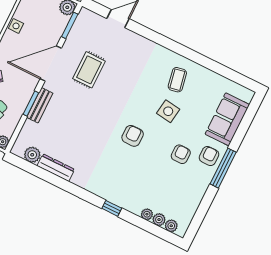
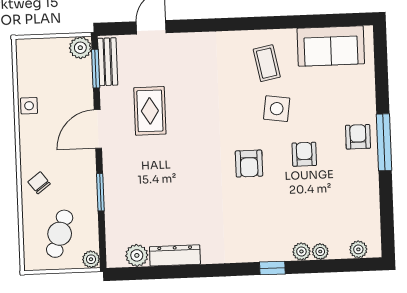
door: (51, 63) -> (98, 129), width x0.73
bench: (40, 105) -> (108, 62), moved
sofa: (227, 119) -> (331, 46), moved, turned -90
armchair: (133, 136) -> (249, 164), turned 180
armchair: (181, 154) -> (304, 154), moved
plant: (159, 220) -> (301, 251), moved

